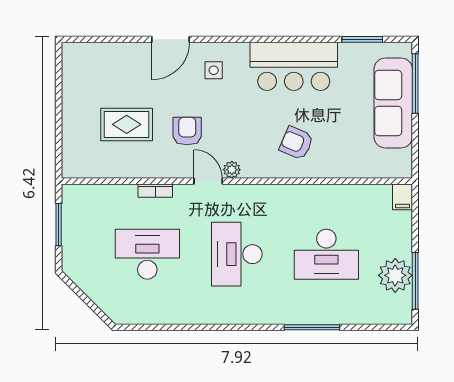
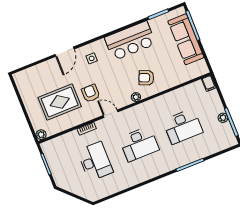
rug: (127, 124) -> (60, 102), width x1.36, depth x1.43
plant: (71, 169) -> (41, 135), added
plant: (232, 170) -> (136, 97), moved
desk: (147, 254) -> (95, 161), turned 90
desk: (237, 254) -> (139, 144), turned -90
plant: (395, 275) -> (223, 118), width x0.53, depth x0.53

